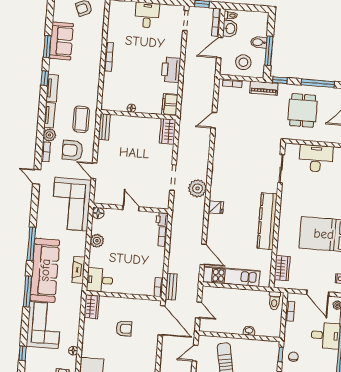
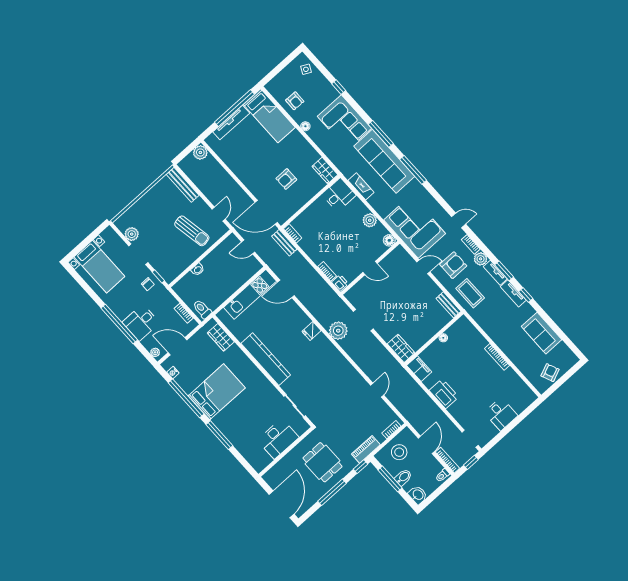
washbasin: (230, 29) -> (418, 495), moved, turned 180
window: (47, 46) -> (504, 271), moved

